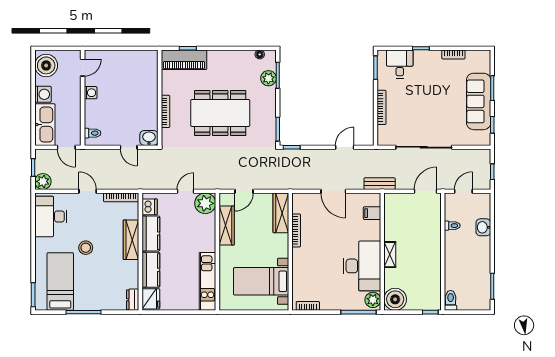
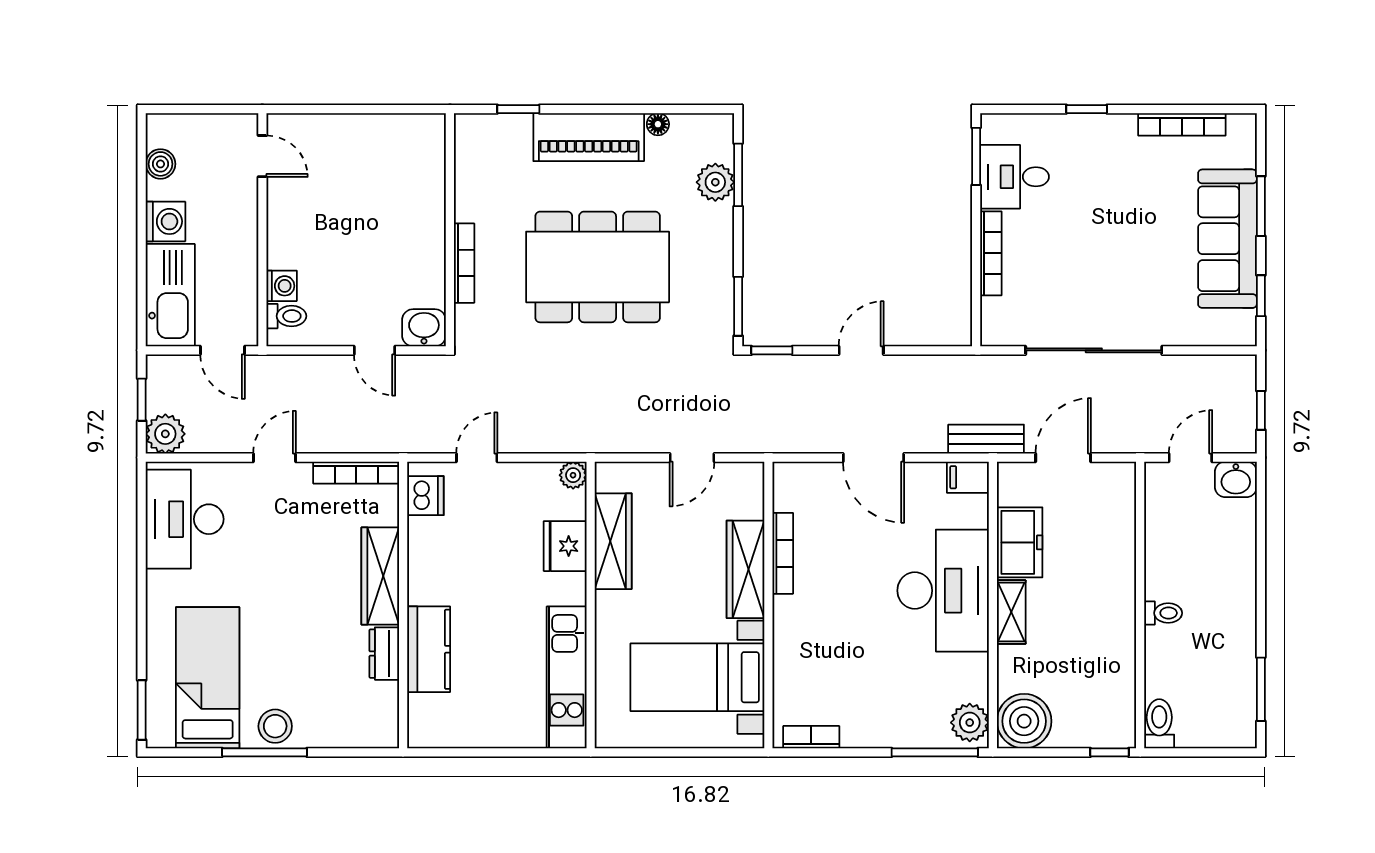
floor lamp: (260, 54) -> (658, 124), moved
bookcase: (453, 54) -> (1182, 124), width x1.56
piano: (184, 60) -> (589, 137), moved
desk: (400, 64) -> (1014, 177), moved, turned -90
boiler: (46, 65) -> (161, 164), width x0.54, depth x0.54
door: (83, 68) -> (262, 156), hinge flipped
washing machine: (91, 93) -> (282, 286), moved
door: (345, 147) -> (861, 350), moved
door: (88, 191) -> (274, 458), hinge flipped
door: (185, 191) -> (477, 458), moved
door: (244, 191) -> (692, 458), moved
door: (426, 191) -> (1063, 458), moved
plant: (205, 203) -> (573, 475), width x0.53, depth x0.53
wardrobe: (281, 213) -> (745, 569), moved
filing cabinet: (372, 213) -> (968, 477), moved
freezer: (393, 226) -> (1020, 542), added
toilet: (452, 226) -> (1163, 613), moved
washbasin: (483, 227) -> (1236, 479), moved, turned -90
kitchen counter: (151, 234) -> (428, 561), removed
stool: (86, 248) -> (275, 726), moved
desk: (362, 266) -> (943, 591), moved
fridge: (151, 299) -> (565, 546), moved, turned 180
dresser: (133, 300) -> (384, 654), moved

